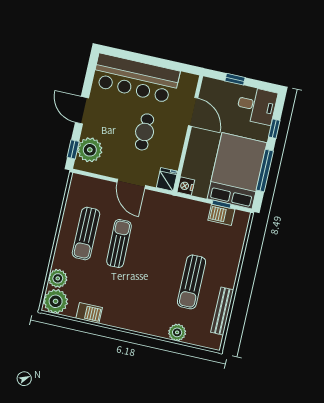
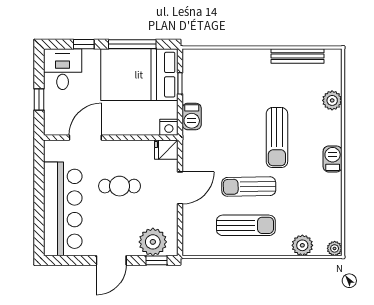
barbecue: (221, 215) -> (192, 116), moved
sun lounger: (192, 282) -> (277, 138), moved, turned 90
plant: (56, 301) -> (335, 248), width x0.53, depth x0.53
barbecue: (89, 313) -> (333, 159), moved

